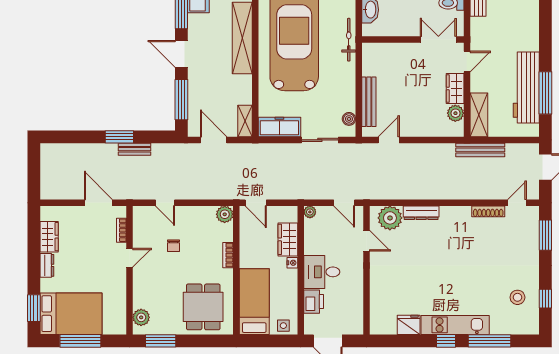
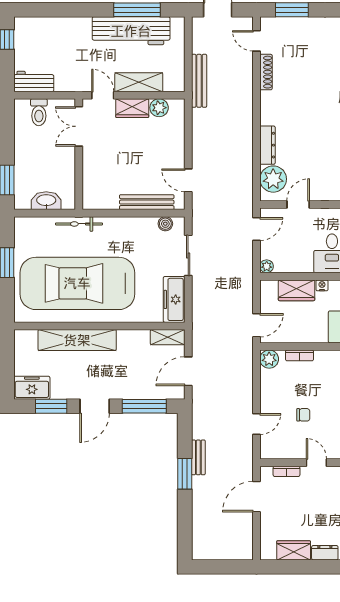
shelving: (479, 115) -> (139, 82), moved
bookcase: (228, 255) -> (300, 355), moved

